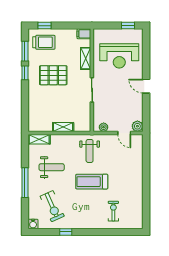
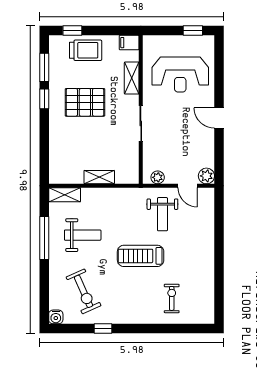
trolley: (44, 42) -> (86, 50), moved
weight bench: (90, 151) -> (162, 214), moved
window: (25, 183) -> (44, 238), moved

